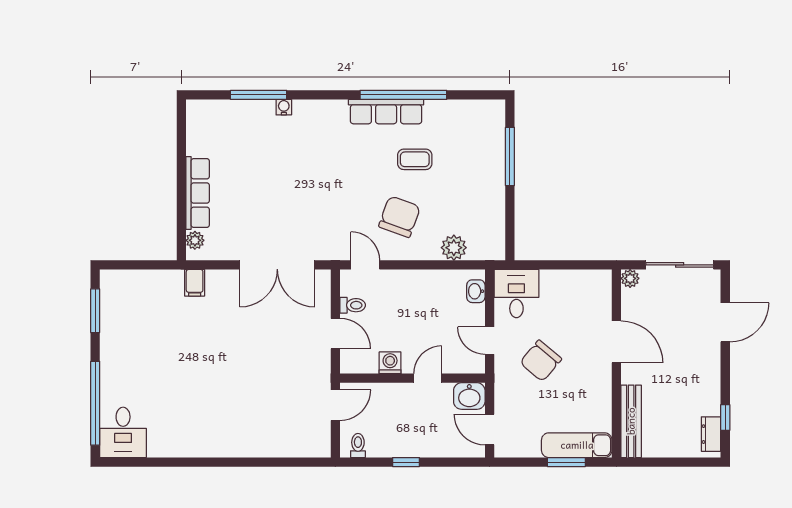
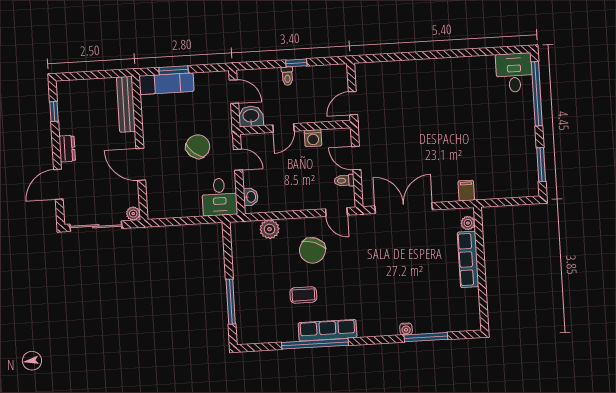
dresser: (711, 434) -> (67, 149), moved
toilet: (358, 446) -> (287, 76), moved

